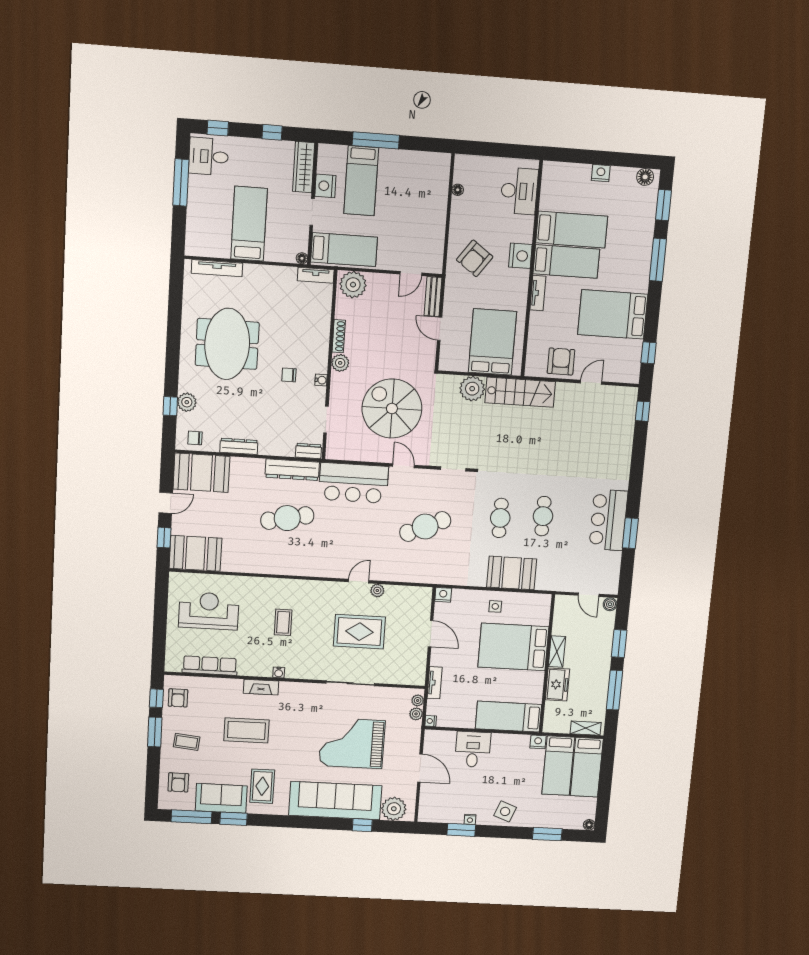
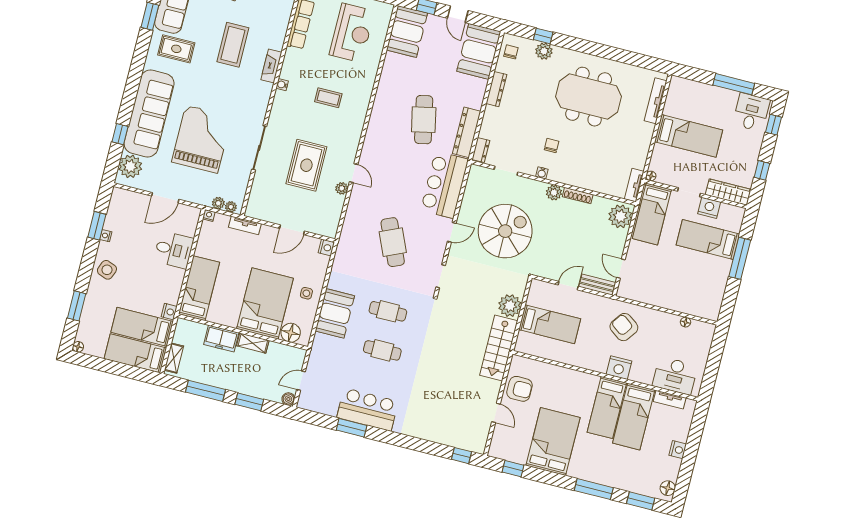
tv unit: (538, 293) -> (670, 400), moved
bed: (492, 342) -> (550, 324), width x0.67
floor lamp: (540, 615) -> (291, 333), added

